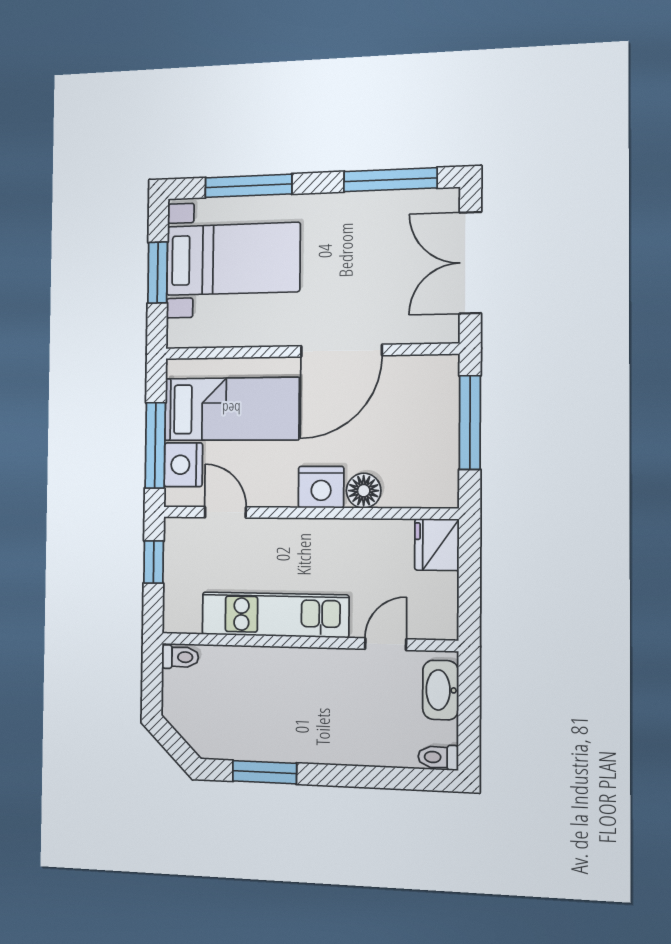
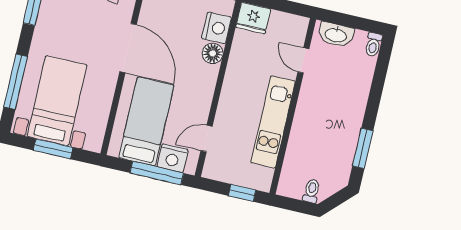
nightstand: (321, 487) -> (216, 28), moved
window: (154, 562) -> (242, 193), moved
toilet: (180, 657) -> (312, 191), moved

